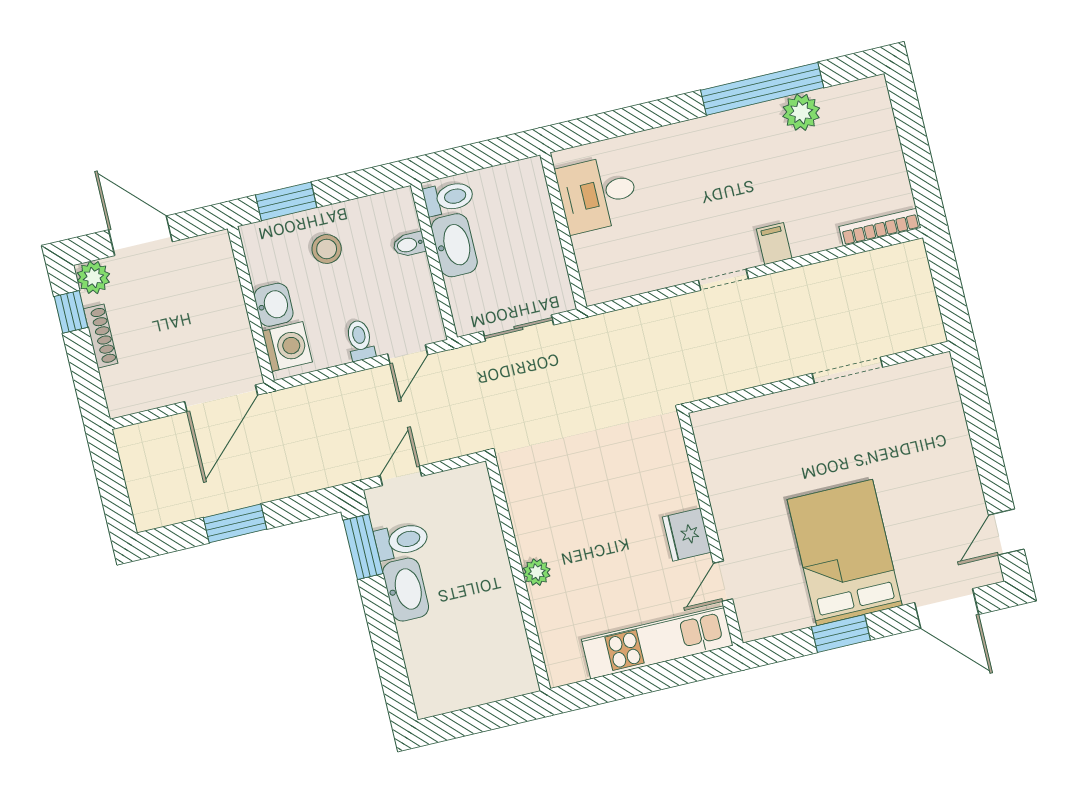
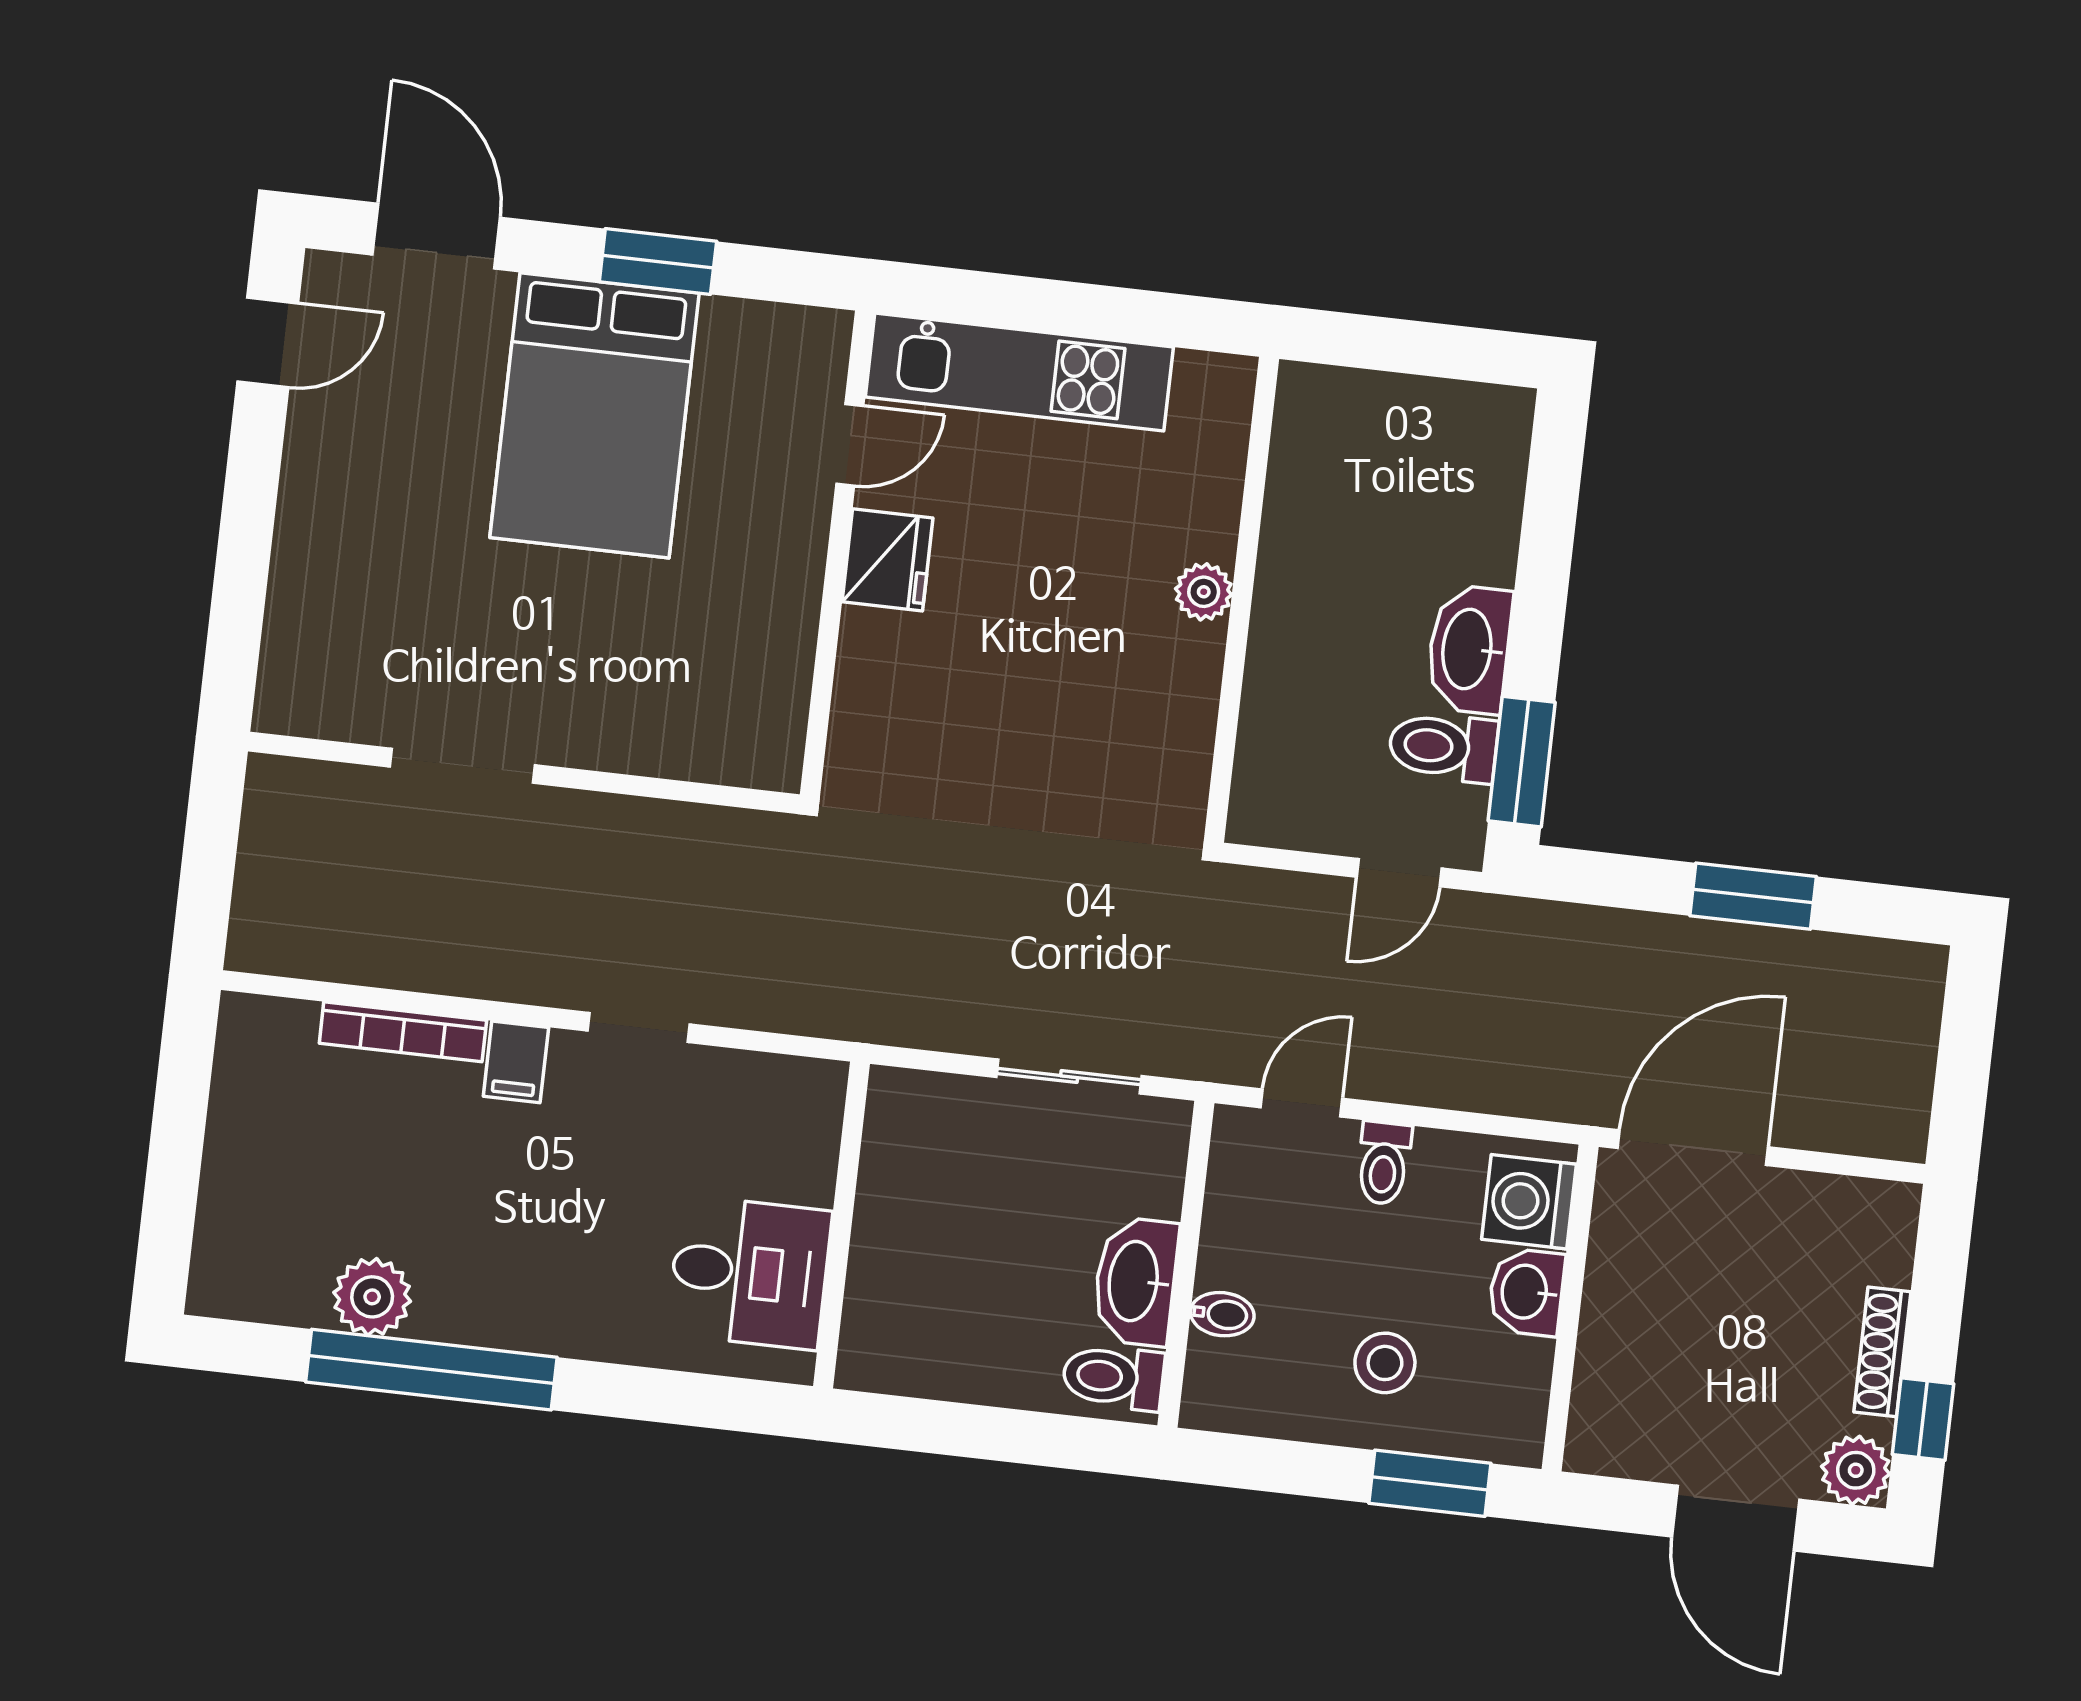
desk: (598, 194) -> (749, 1272), moved
bookcase: (880, 227) -> (403, 1032), moved
wall: (563, 231) -> (841, 1225), moved

